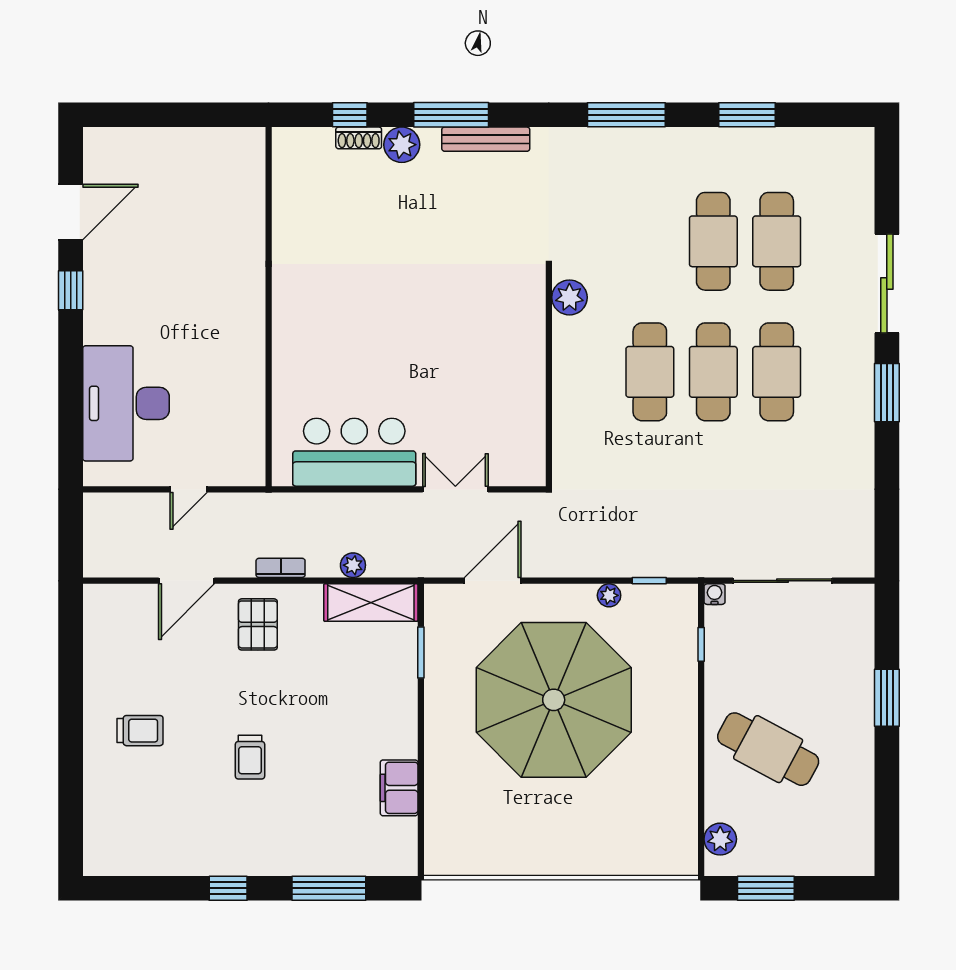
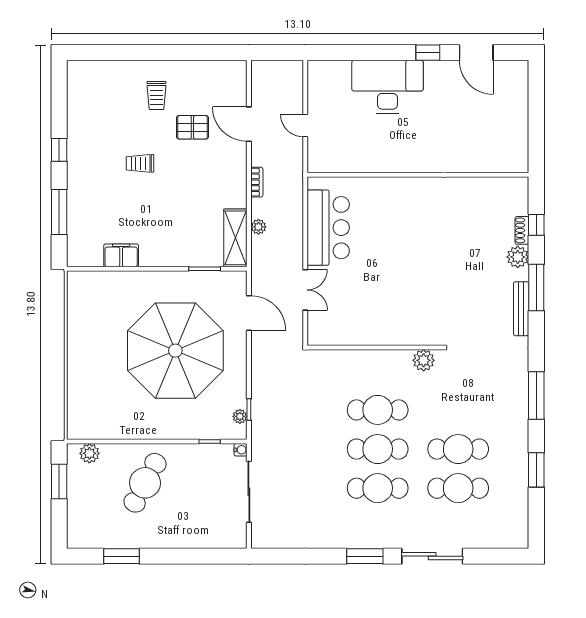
desk: (126, 403) -> (387, 87), moved
plant: (609, 595) -> (240, 416), moved
pallet: (258, 624) -> (192, 127), moved
window: (887, 698) -> (122, 556), moved

